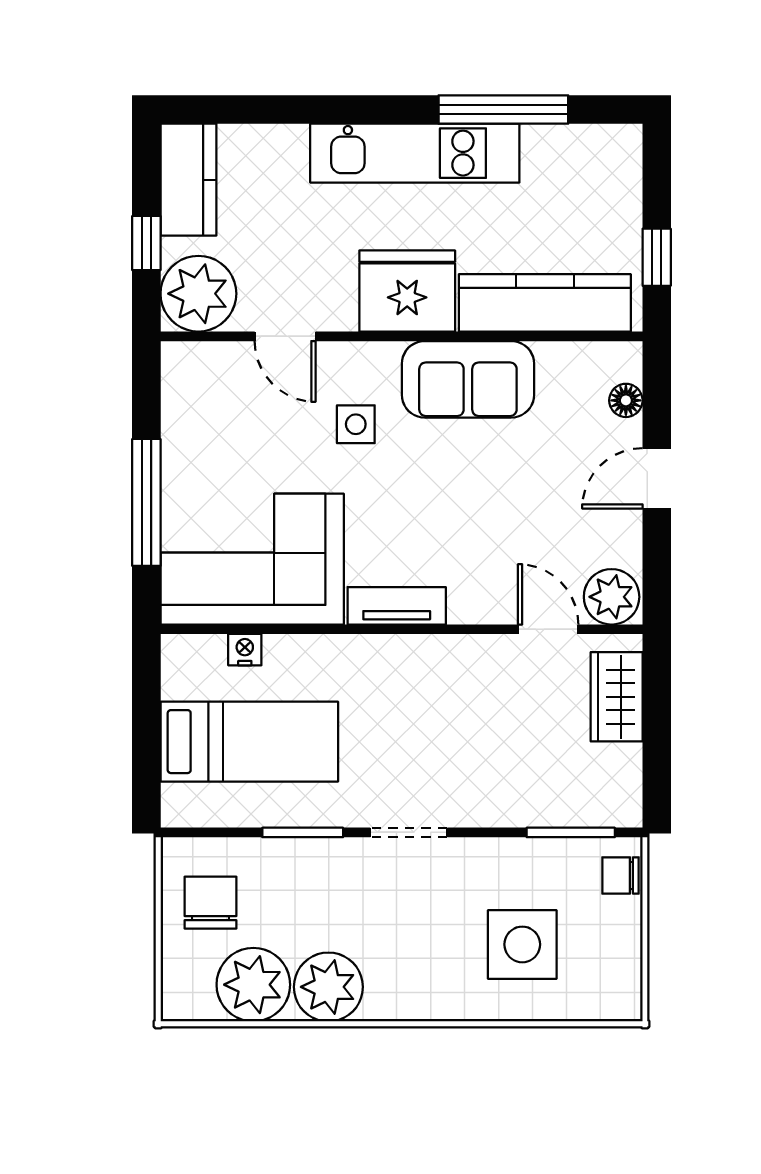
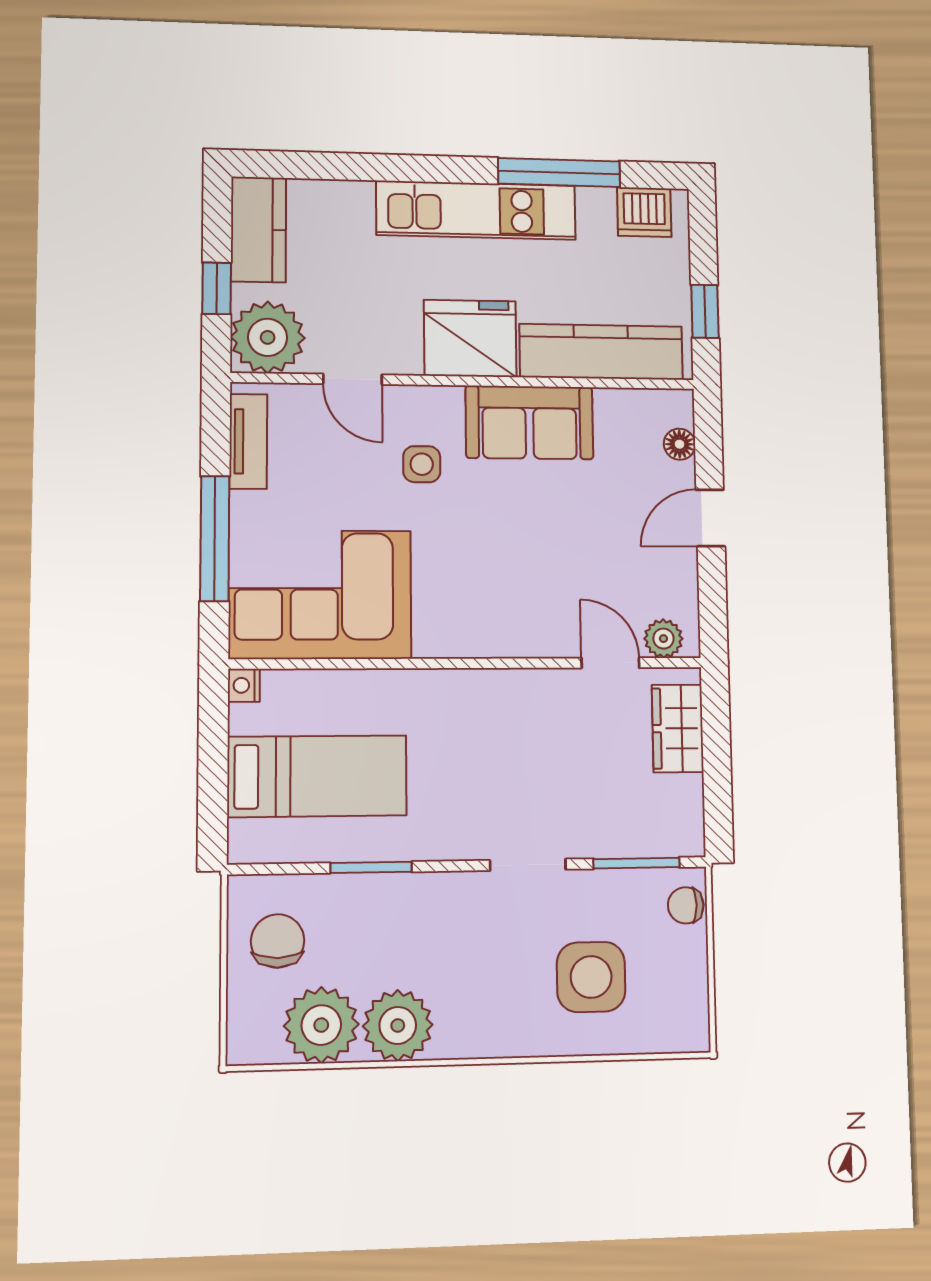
dishwasher: (594, 150) -> (644, 212), added
plant: (612, 597) -> (663, 639), width x0.73, depth x0.73
tv unit: (397, 606) -> (248, 441), moved, turned 90
nightstand: (245, 650) -> (244, 685), moved, turned -90
doorway: (409, 832) -> (528, 865), moved

